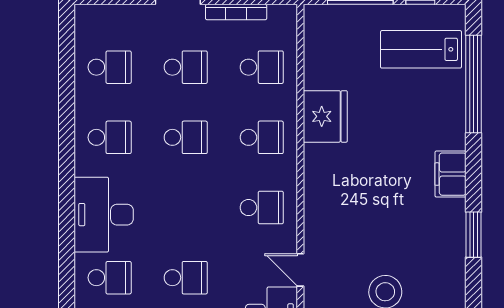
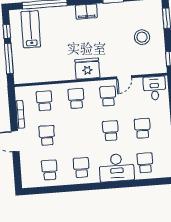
lab bench: (421, 49) -> (31, 29), turned 180
fridge: (325, 116) -> (87, 69), moved
school desk: (186, 137) -> (111, 131), moved
door: (300, 270) -> (124, 77), moved

